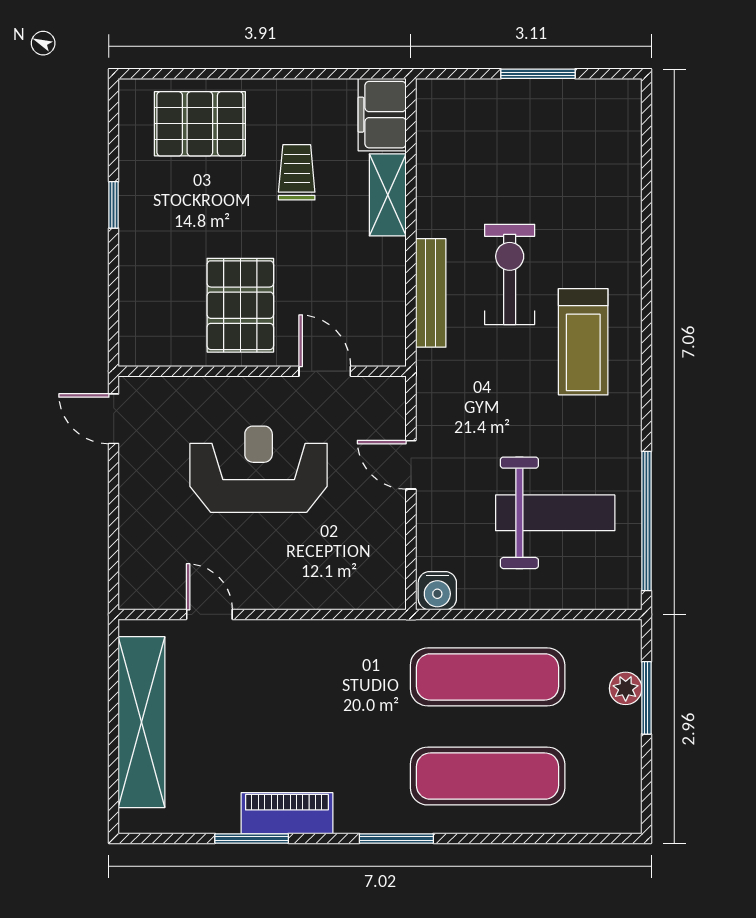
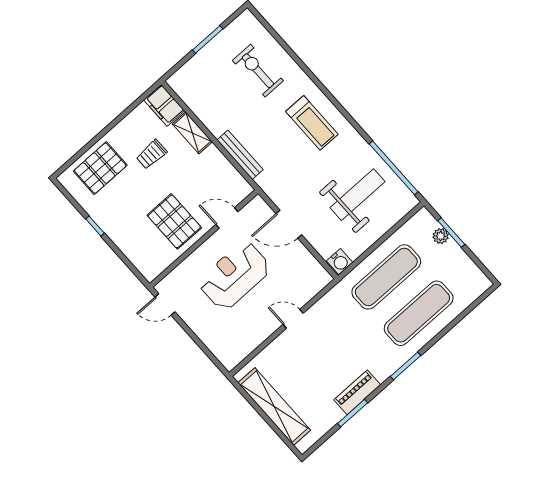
trolley: (297, 172) -> (152, 154), turned -90
exercise bike: (510, 274) -> (258, 71), moved
door: (411, 465) -> (289, 224), width x1.38
door: (209, 614) -> (293, 319), moved

